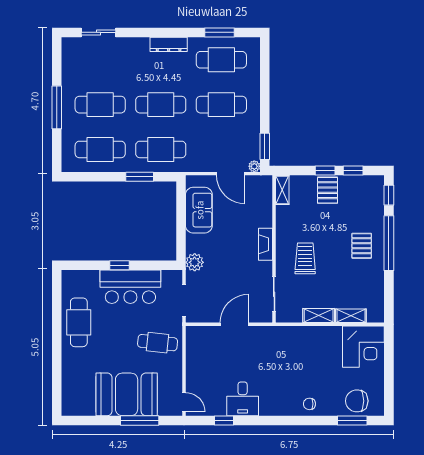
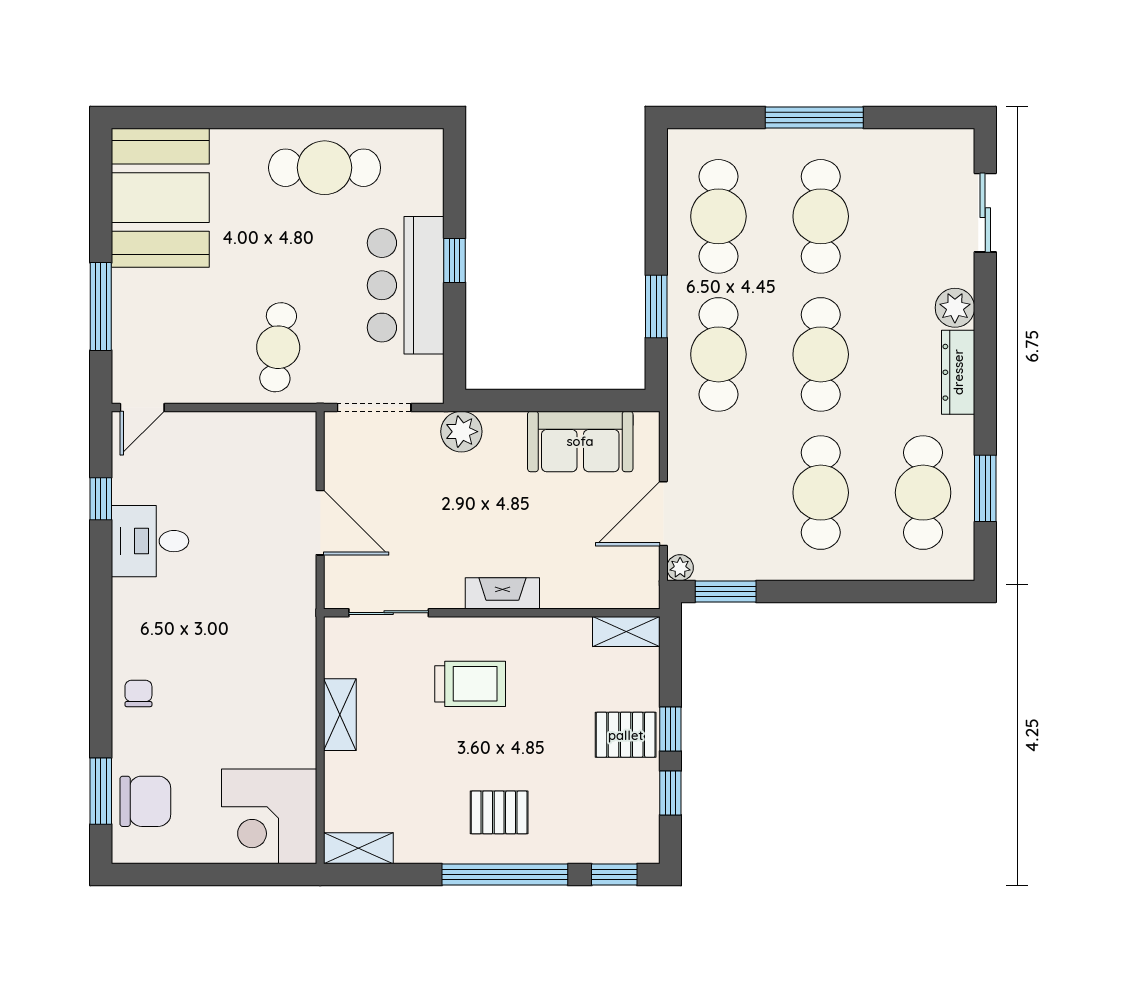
plant: (140, 46) -> (955, 308), added
shelving: (351, 316) -> (358, 848), moved, turned 90
booth: (127, 394) -> (160, 198), moved
chair: (357, 401) -> (145, 801), turned 90

